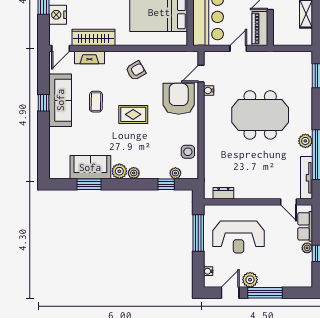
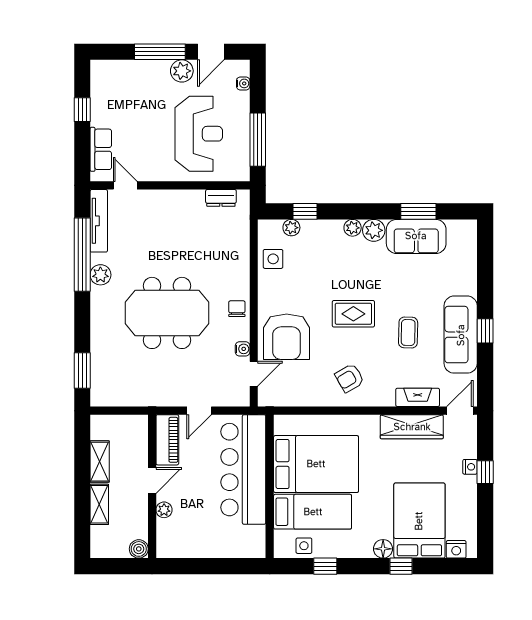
nightstand: (58, 15) -> (470, 467), width x0.53, depth x0.56
chair: (213, 118) -> (237, 309), added
reception desk: (238, 237) -> (199, 134), turned 90
plant: (307, 248) -> (98, 118), removed

